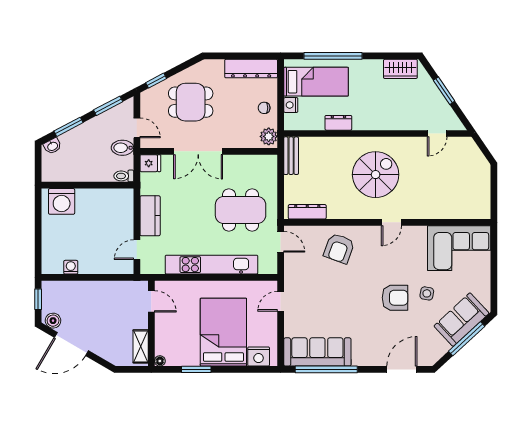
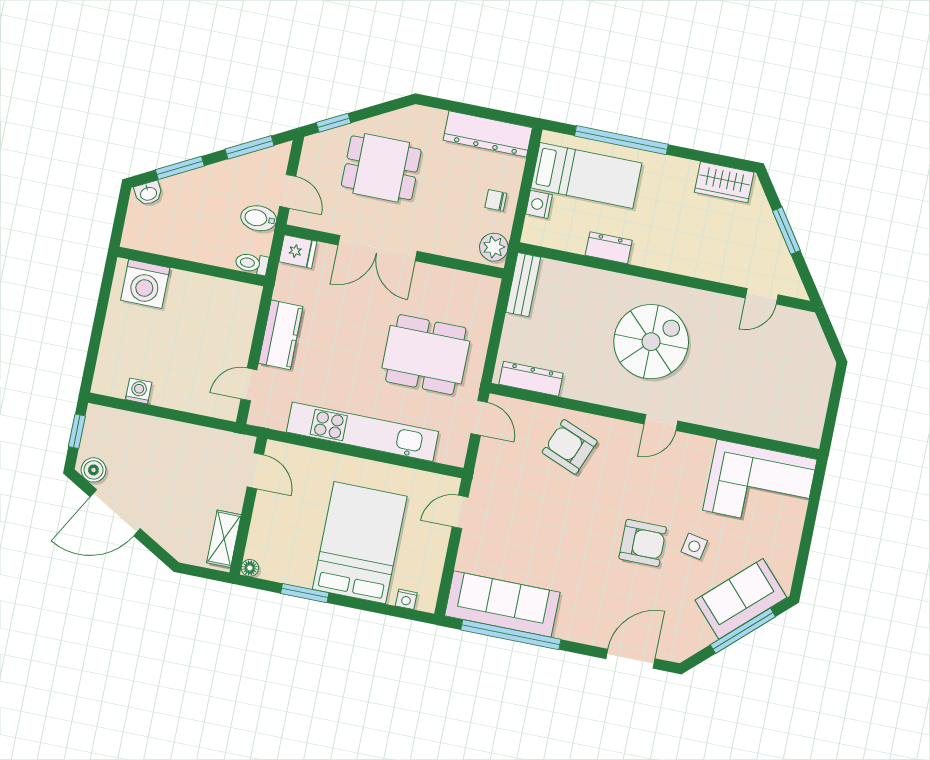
armchair: (339, 248) -> (570, 447), turned 92
nightstand: (259, 357) -> (406, 599), width x0.53, depth x0.56

